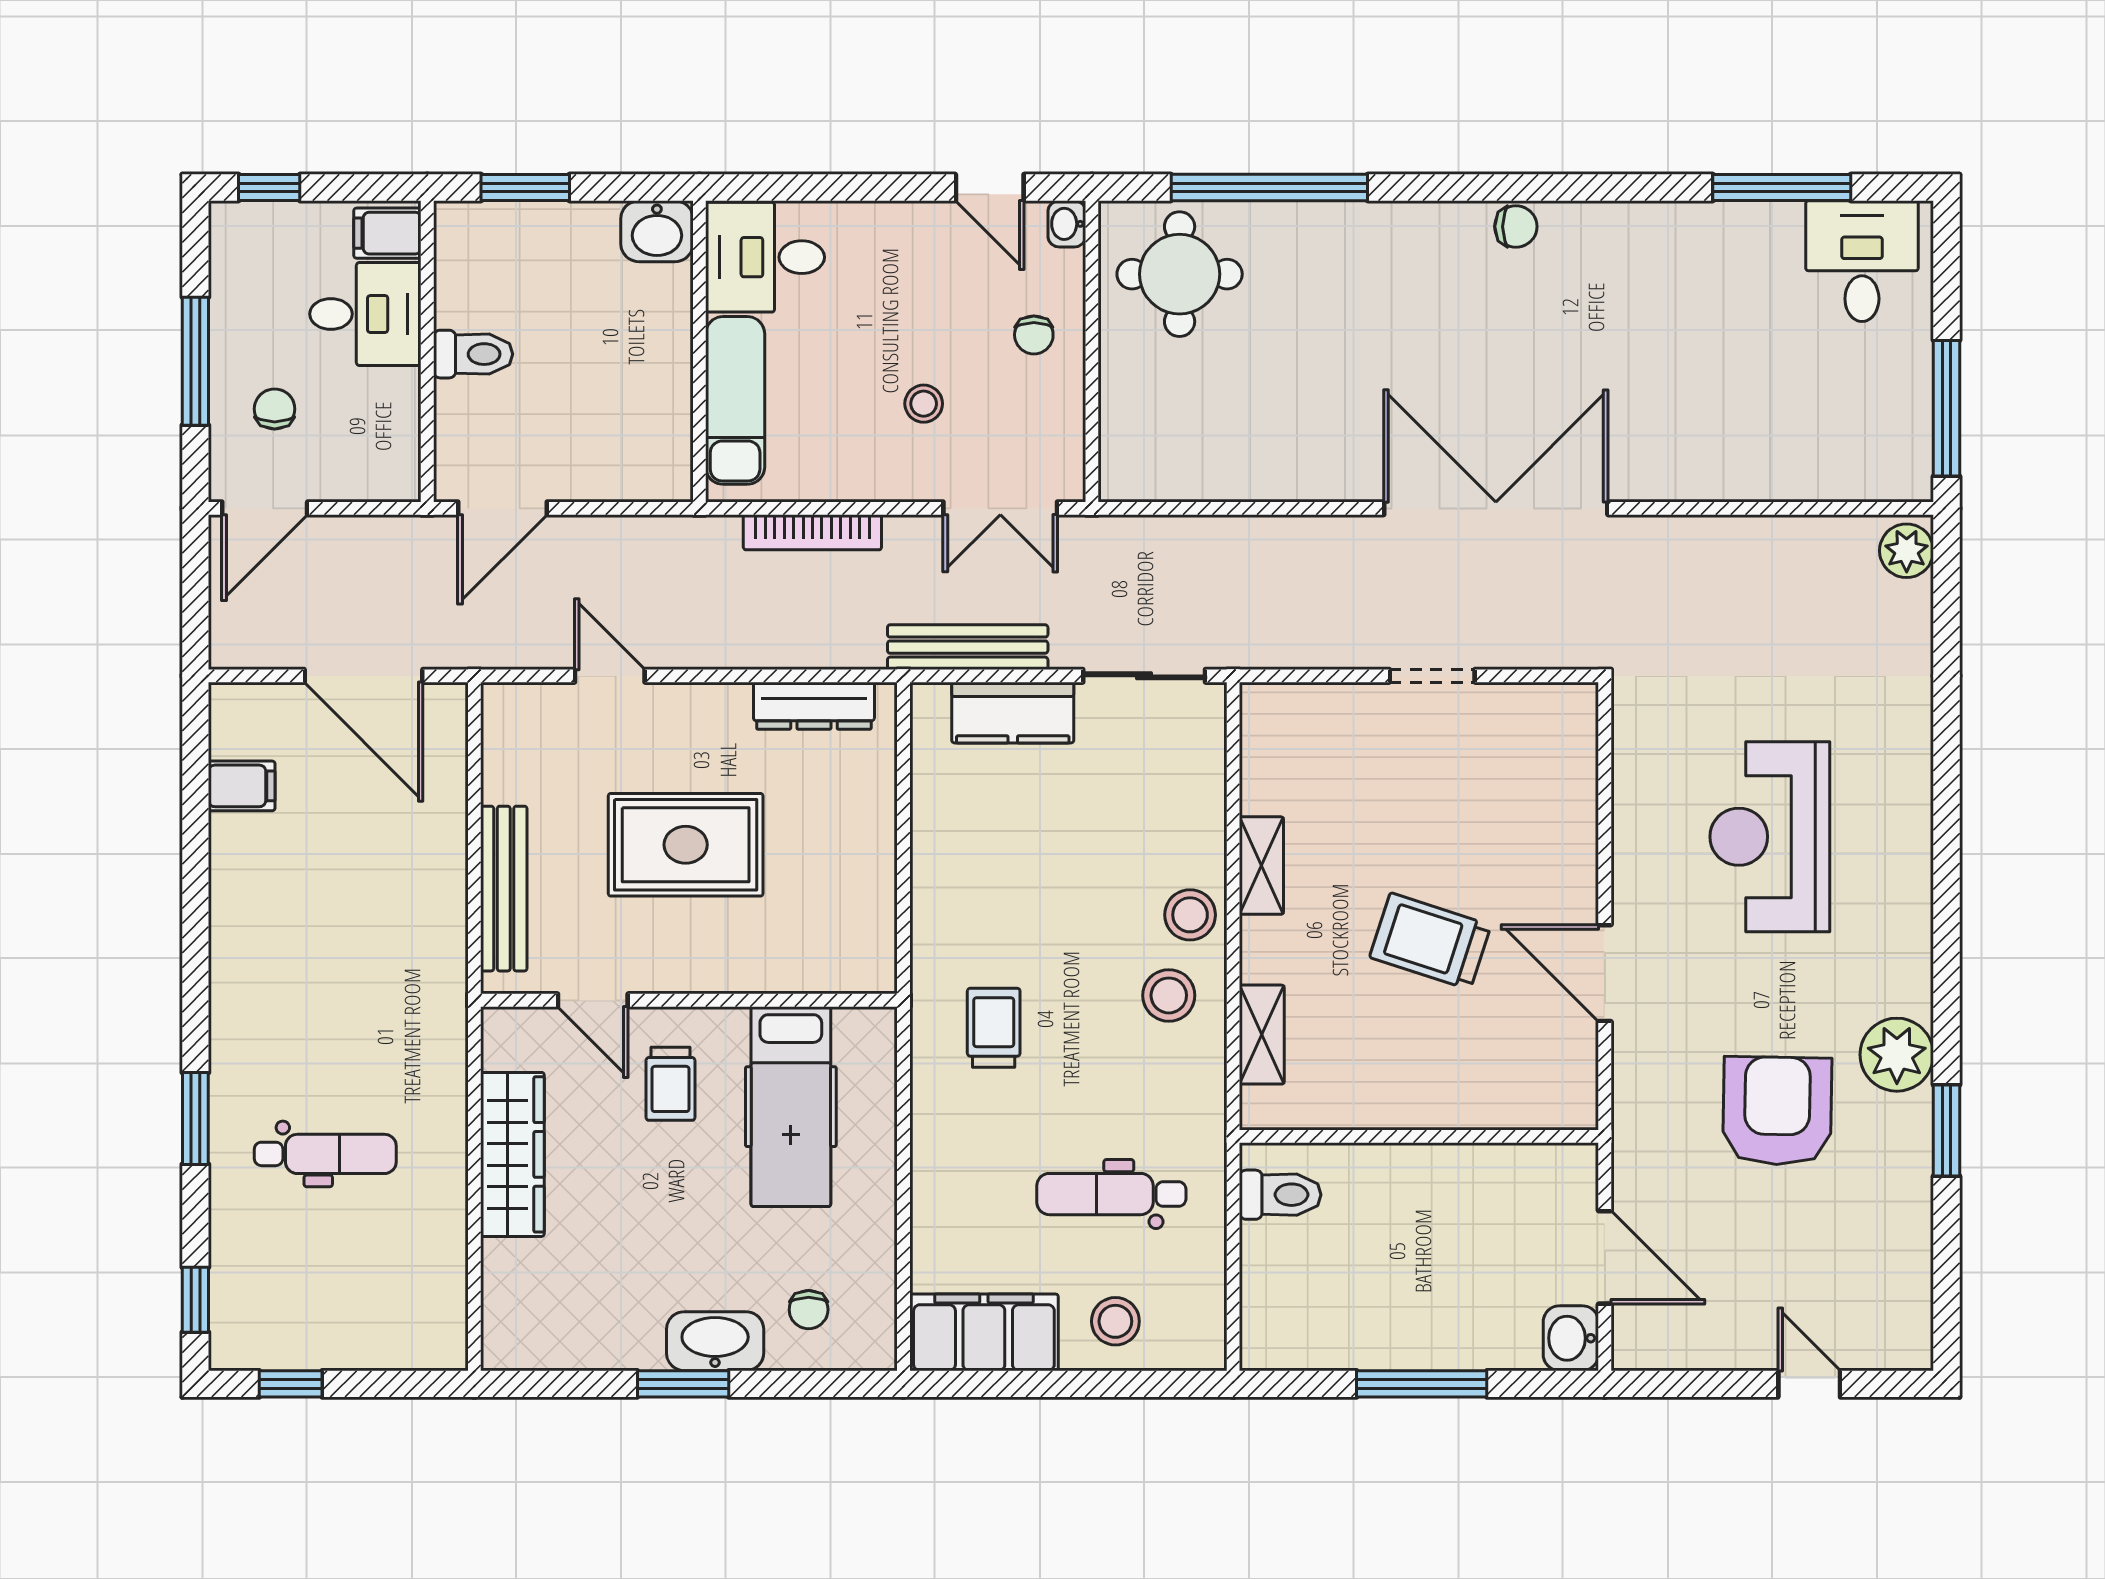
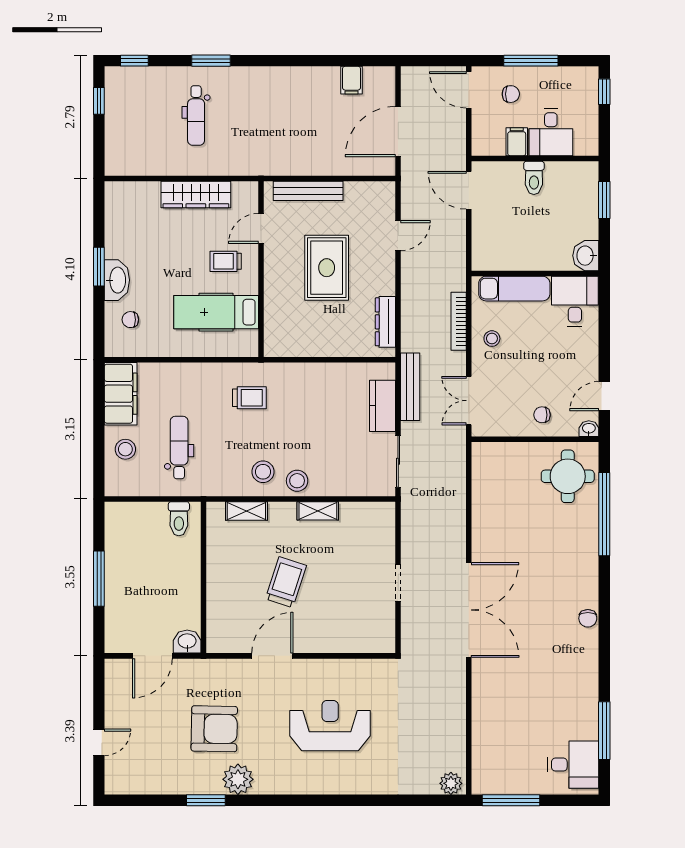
filing cabinet: (387, 233) -> (517, 142), moved
stool: (924, 404) -> (492, 339), moved
washbasin: (1571, 1338) -> (187, 642), moved

